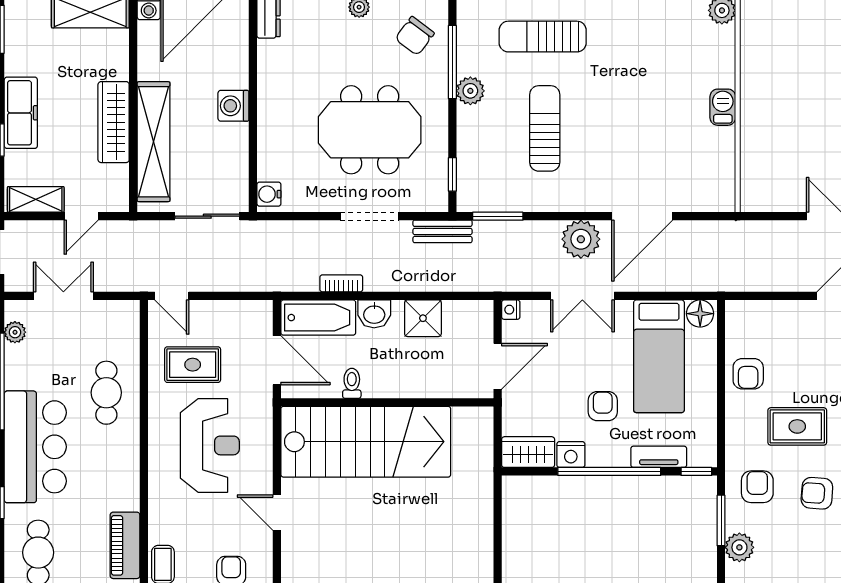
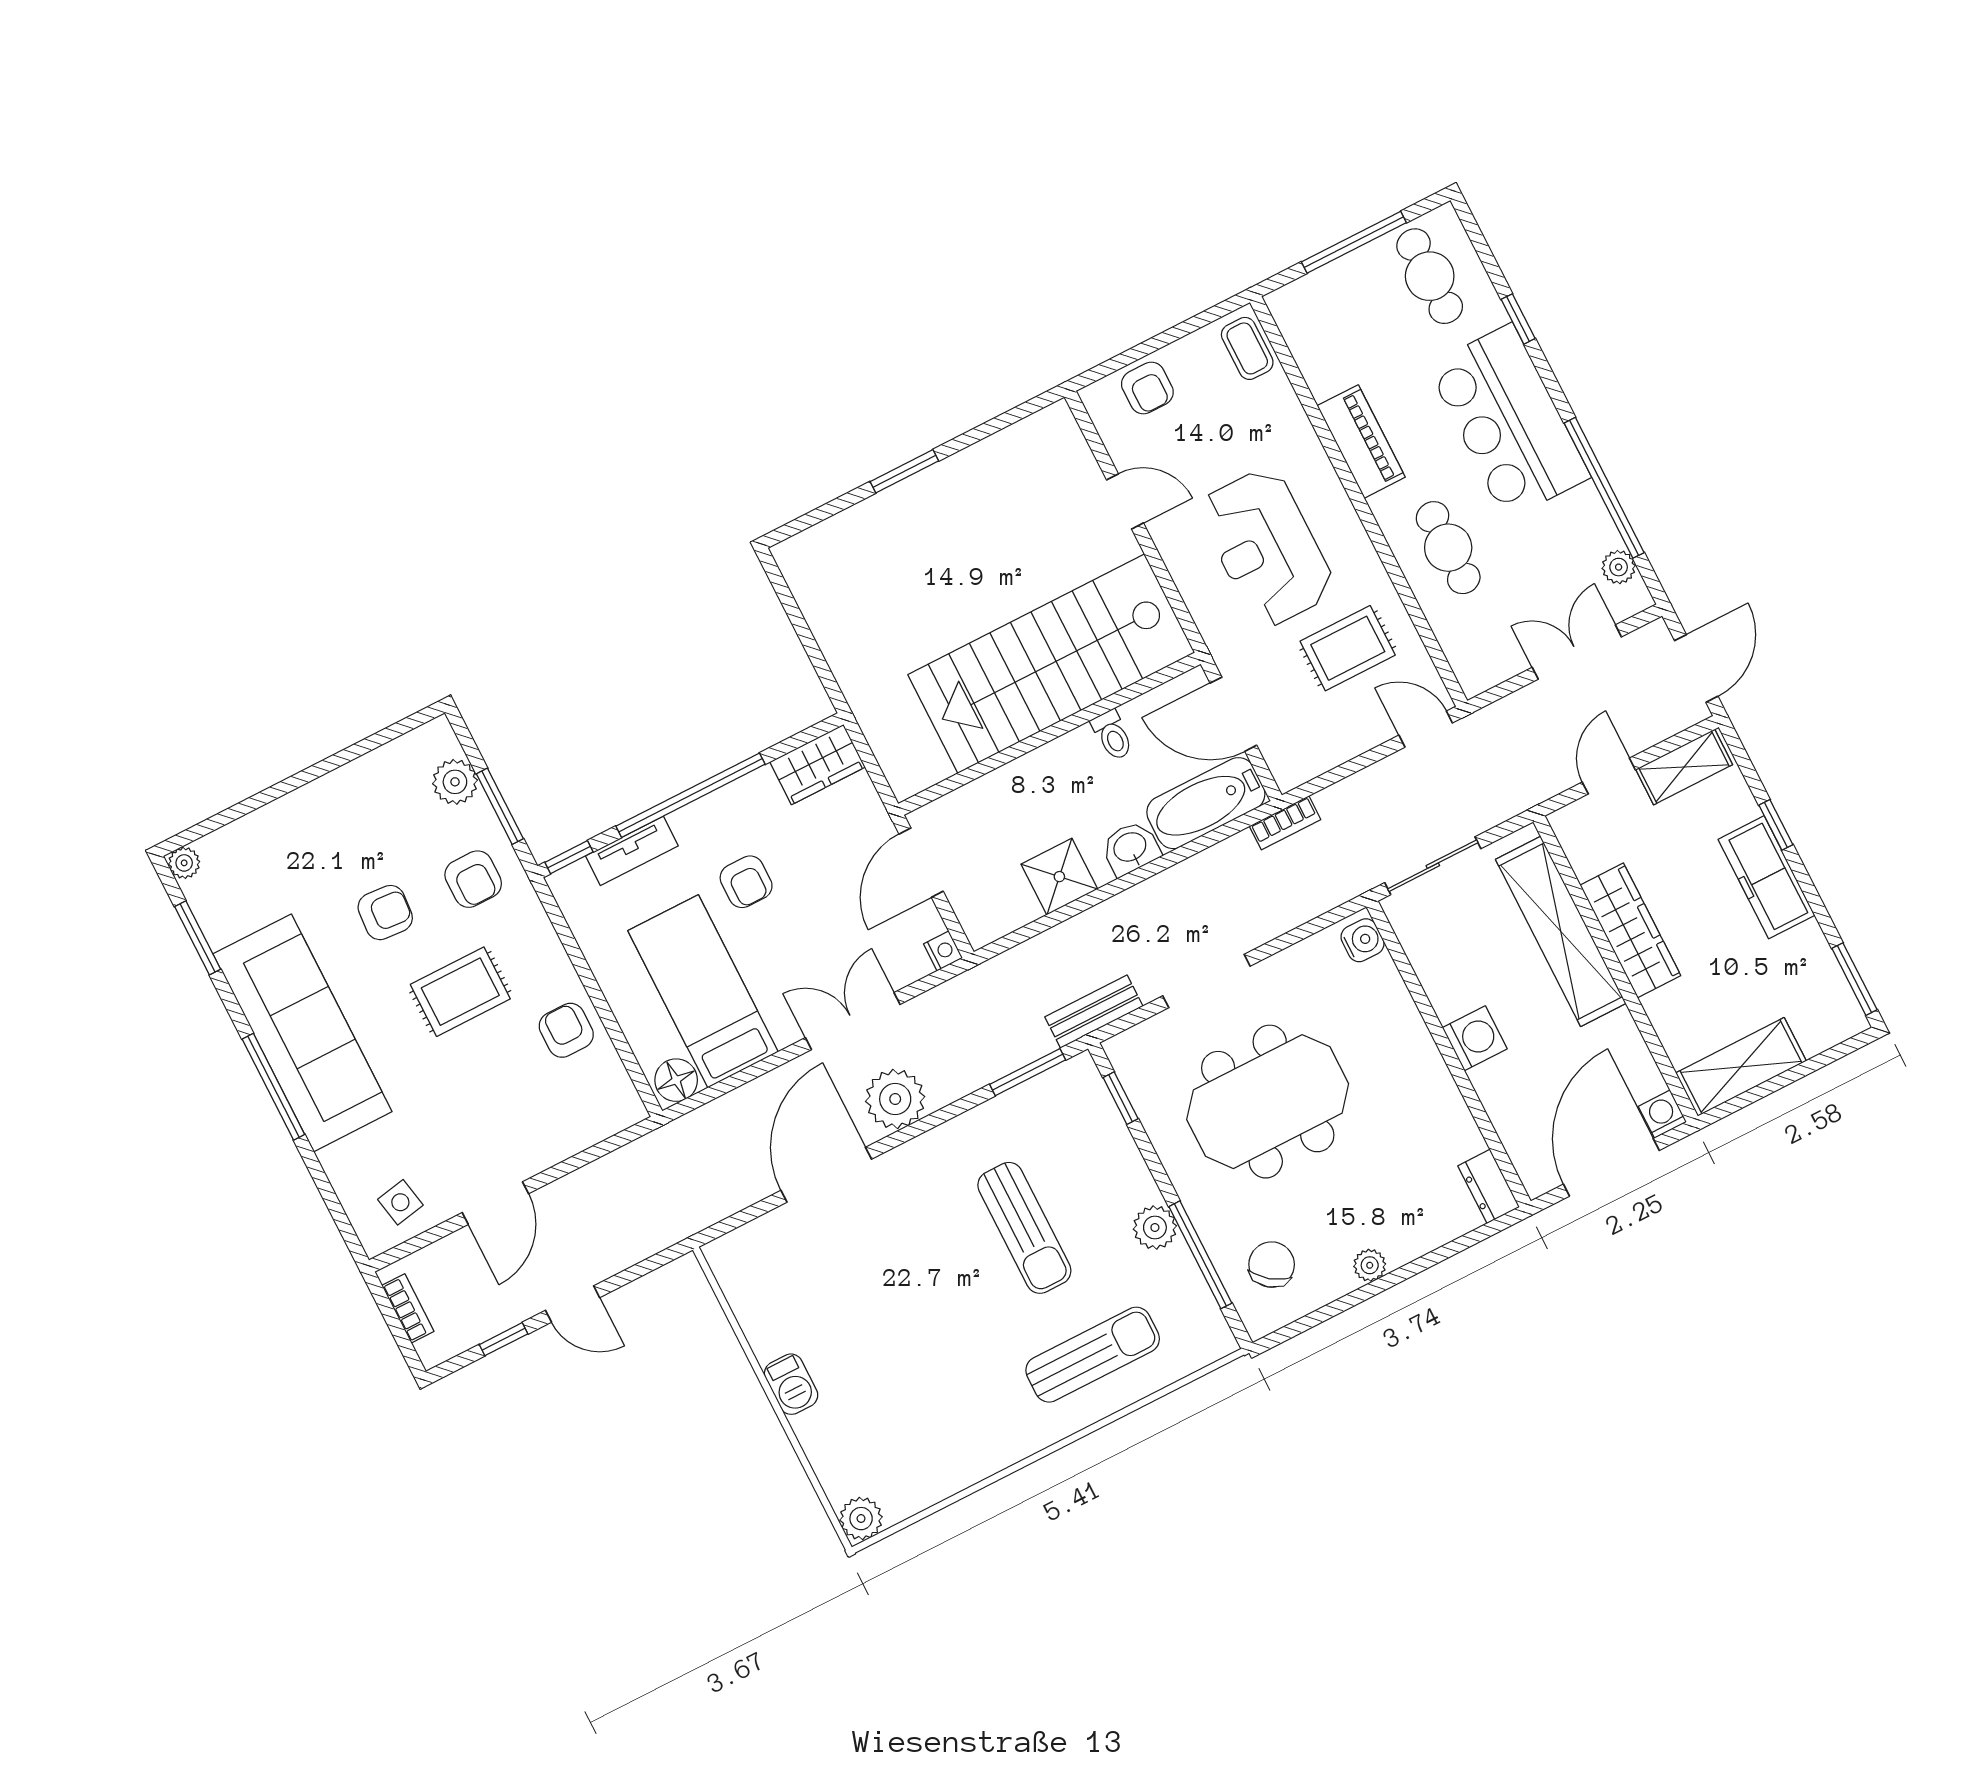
bookcase: (341, 283) -> (1285, 823), moved
double door: (63, 296) -> (1577, 652), swing flipped
nightstand: (571, 455) -> (756, 792), removed
piano: (125, 545) -> (1361, 441), moved

